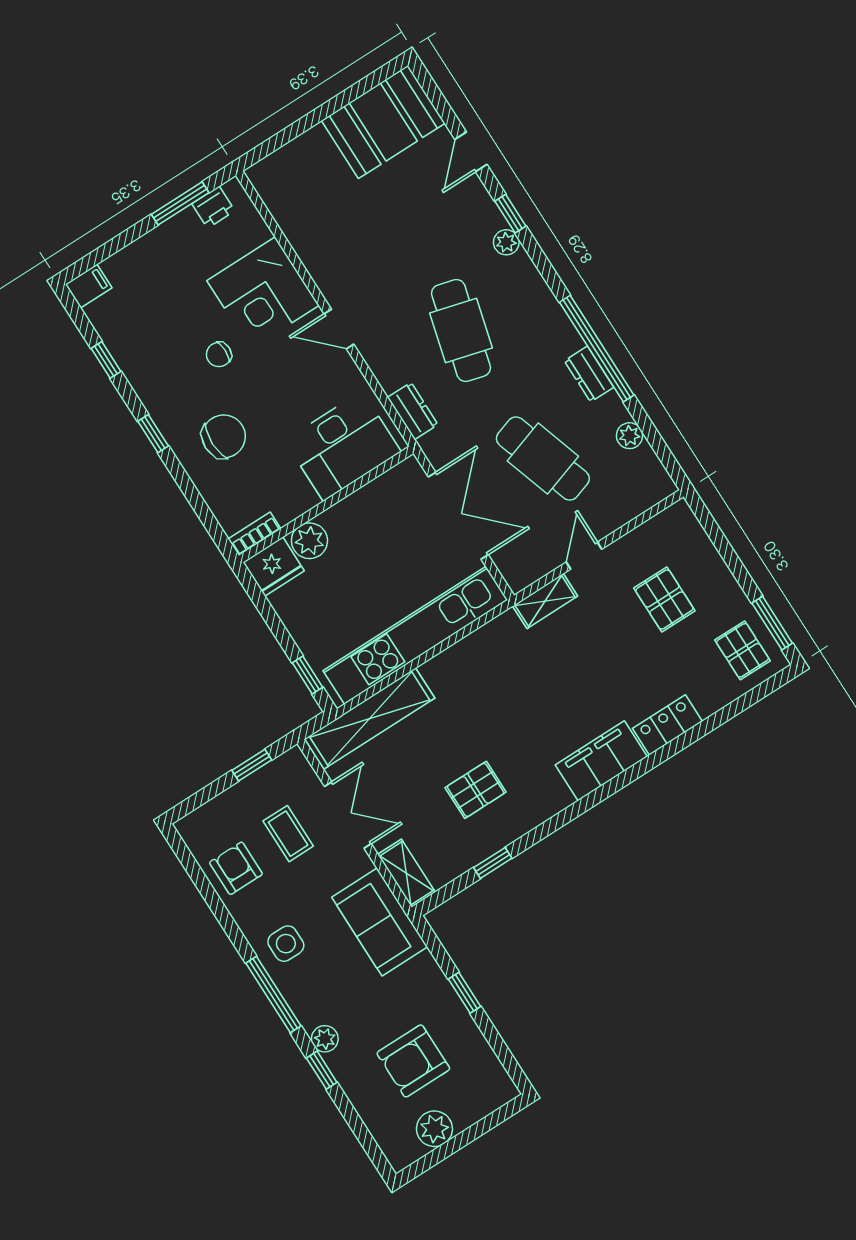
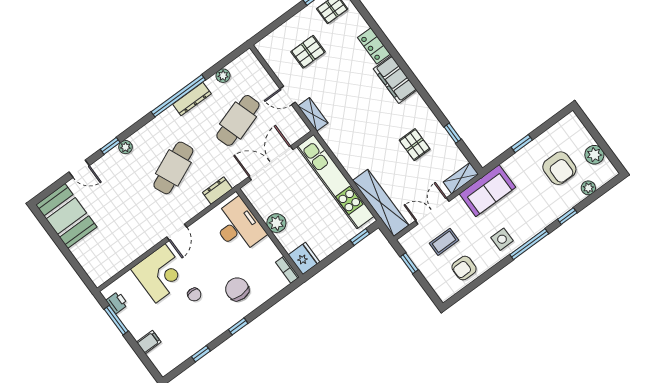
filing cabinet: (89, 286) -> (149, 342), moved, turned 90
cafe table: (461, 331) -> (173, 168), turned -39
dresser: (589, 374) -> (192, 99), width x1.44
plant: (309, 541) -> (276, 223), moved
plant: (325, 1039) -> (588, 188), moved

